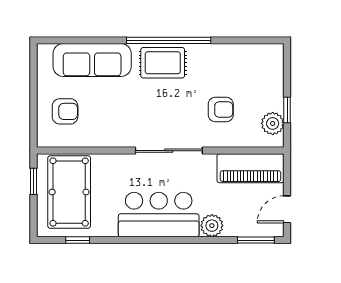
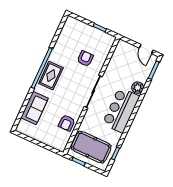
sofa: (92, 60) -> (34, 108), width x0.73
armchair: (65, 111) -> (67, 123), moved, turned 180
plant: (273, 123) -> (103, 37), removed
piano: (251, 168) -> (119, 57), removed

